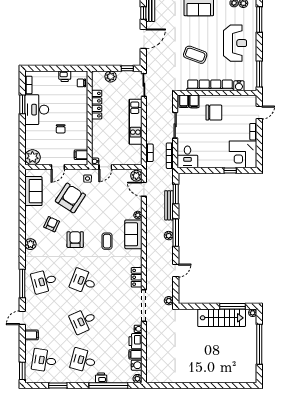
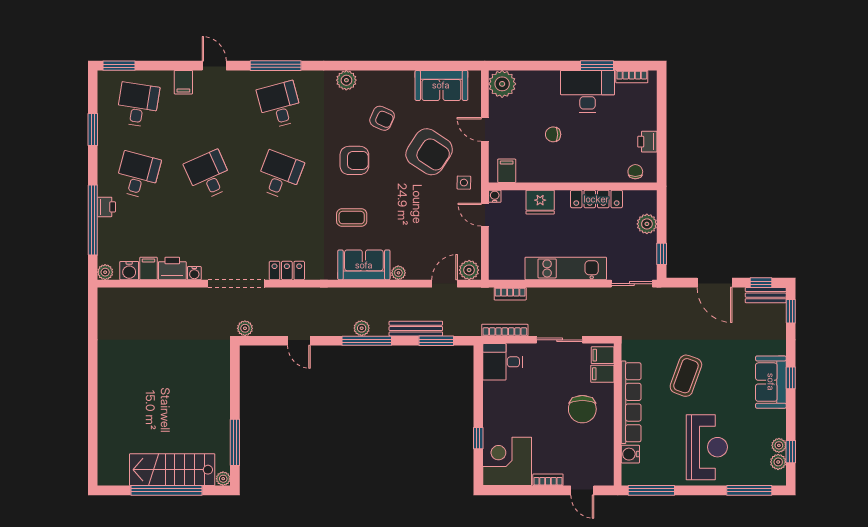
reception desk: (235, 43) -> (707, 447), turned -90
fridge: (98, 136) -> (540, 202), added
stairs: (222, 318) -> (172, 470), moved, turned 90

